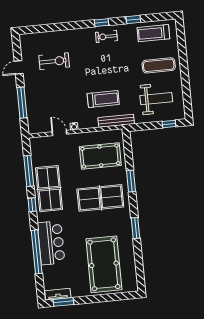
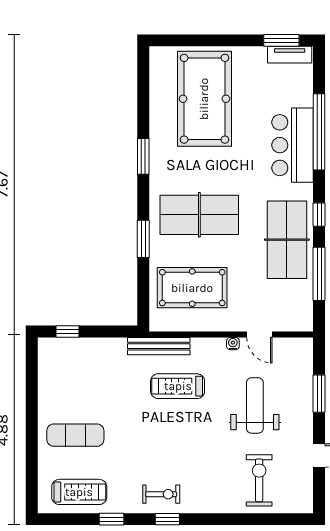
exercise bike: (54, 61) -> (259, 480), moved, turned 90
weight bench: (156, 99) -> (255, 405), moved, turned 90
window: (22, 103) -> (319, 394), width x0.69

